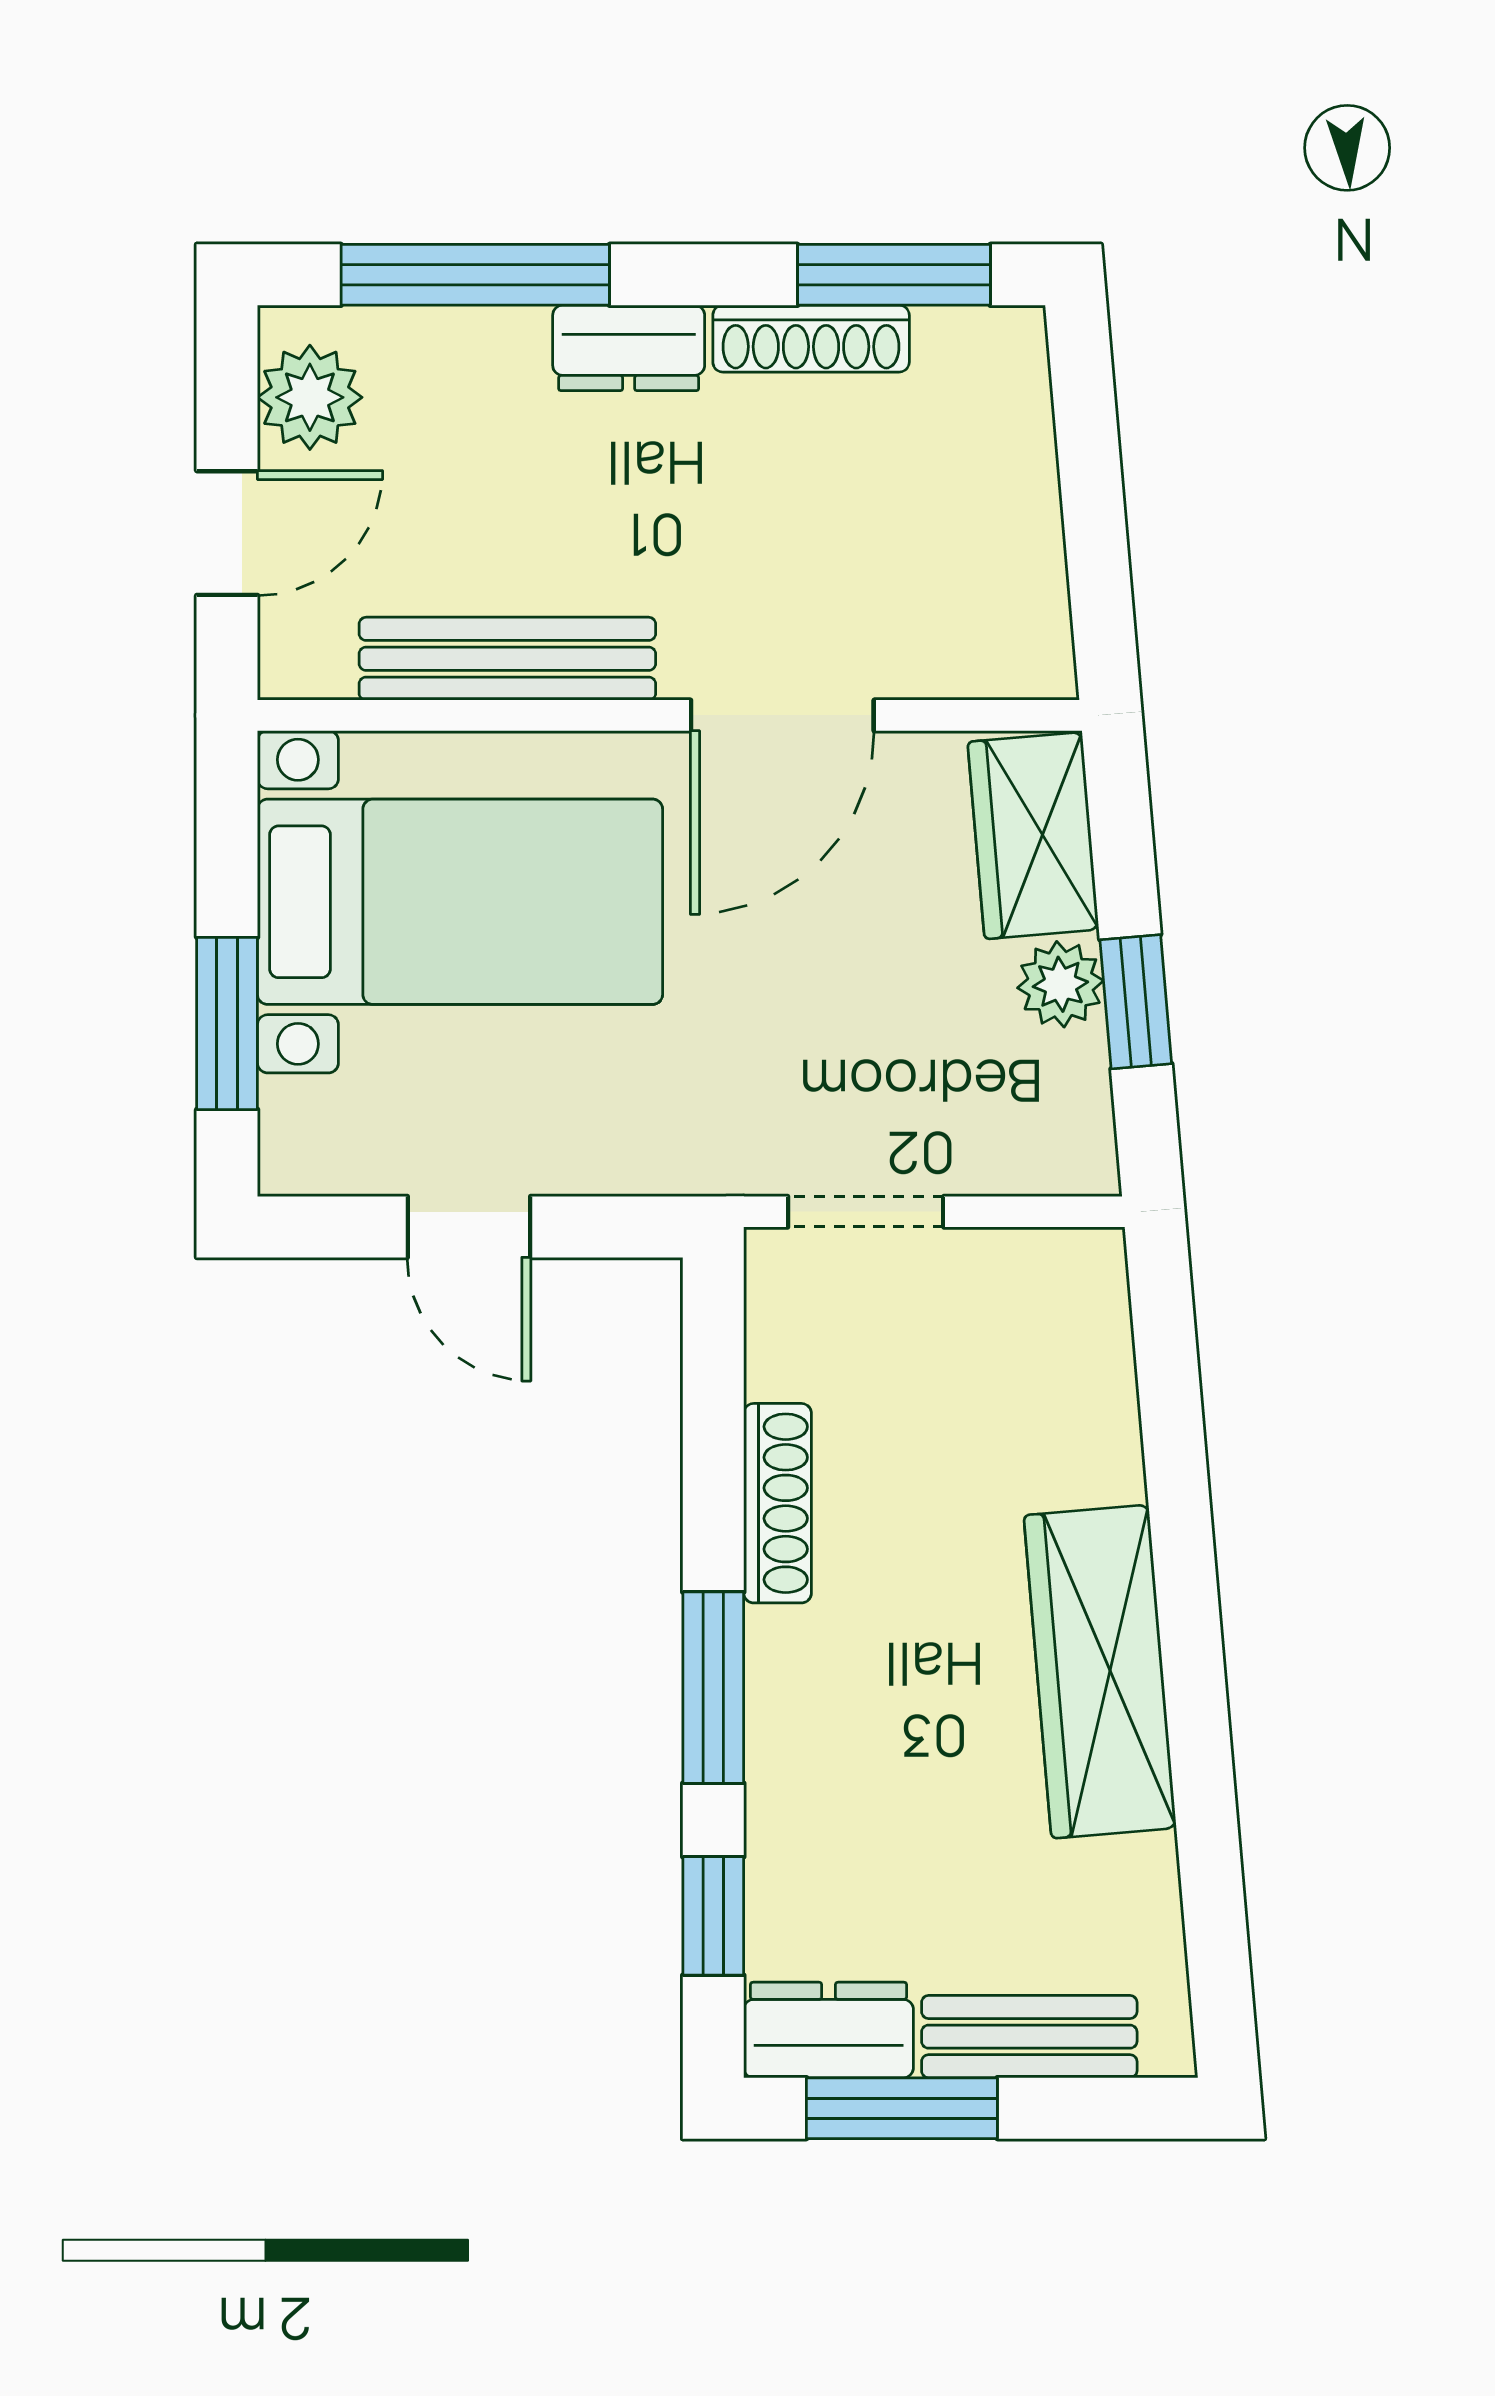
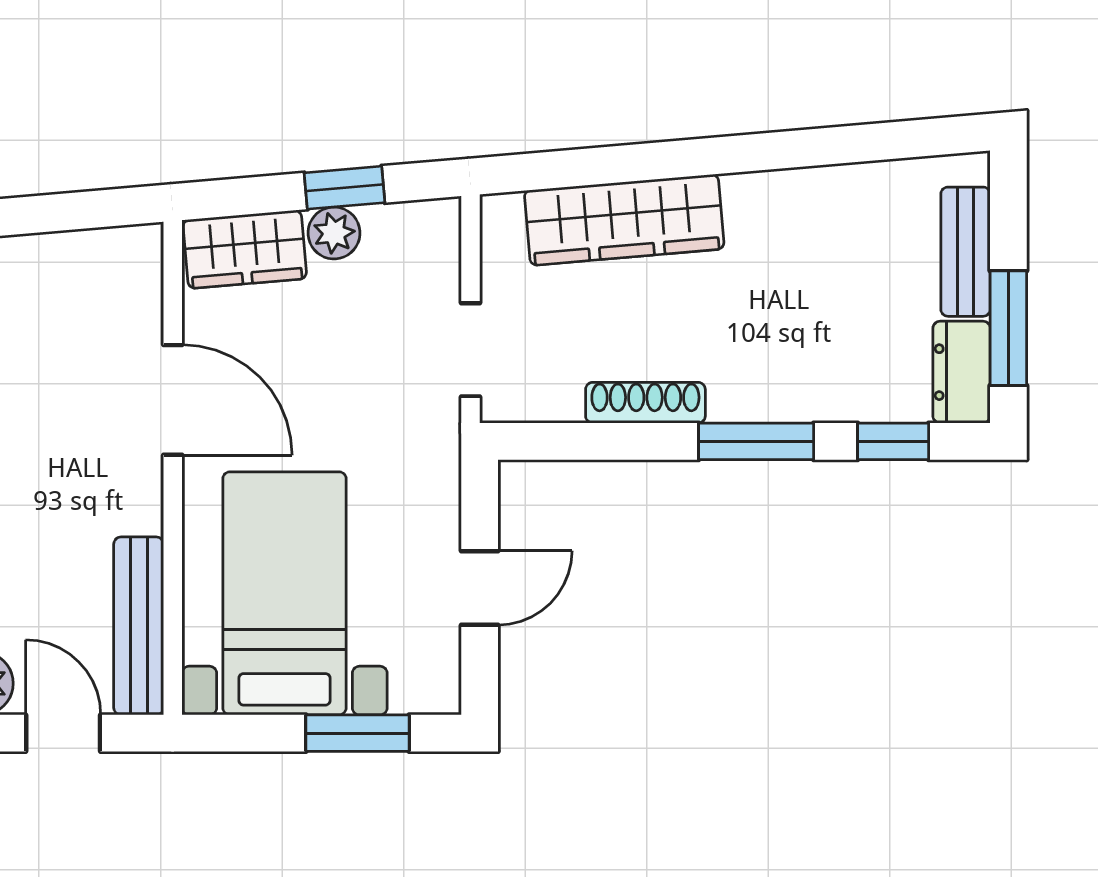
bench: (507, 659) -> (139, 626), moved
wardrobe: (1100, 1672) -> (624, 220), moved

